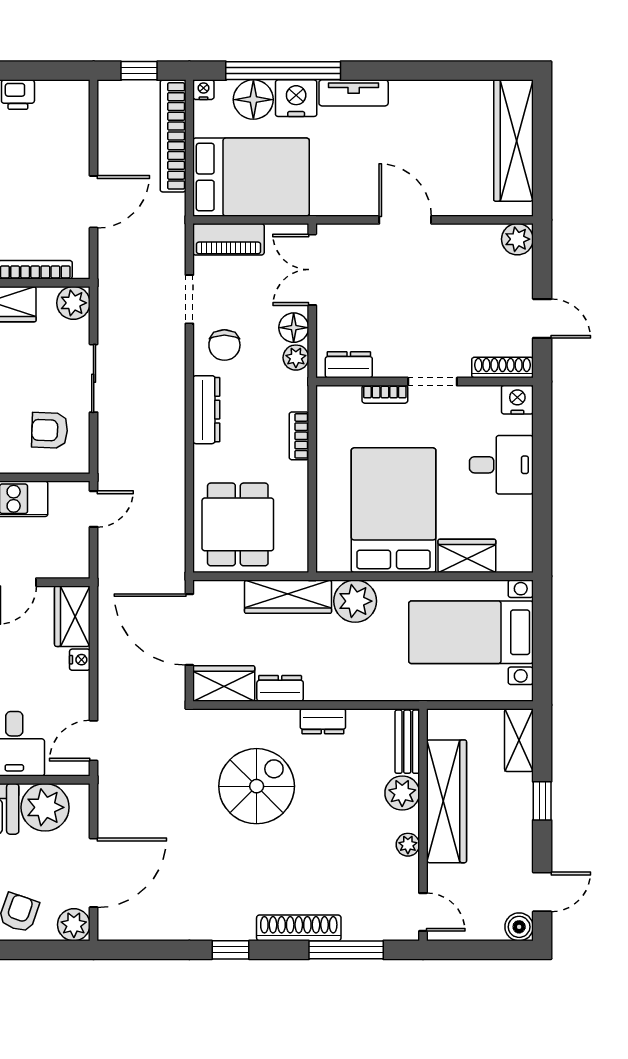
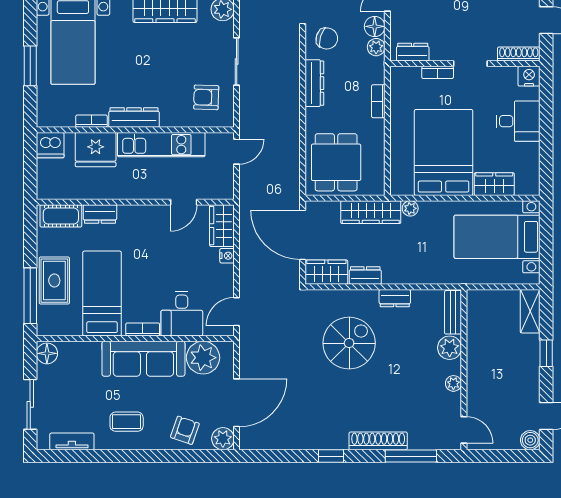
chair: (224, 345) -> (327, 39), turned -74
plant: (355, 601) -> (410, 208), width x0.53, depth x0.53
wardrobe: (446, 801) -> (480, 353), removed

